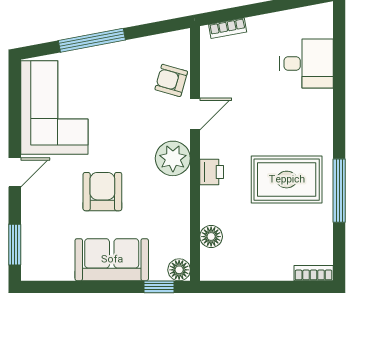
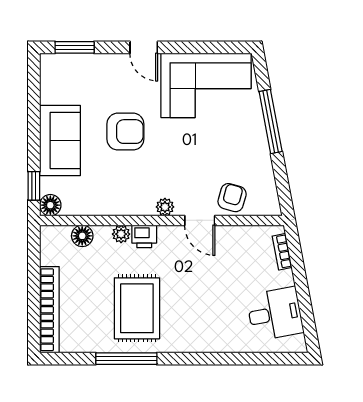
desk: (306, 63) -> (275, 314), moved, turned -101
plant: (173, 158) -> (165, 207), width x0.53, depth x0.53
plant: (209, 196) -> (121, 234), added
bookcase: (314, 273) -> (49, 310), width x2.31, depth x1.31

